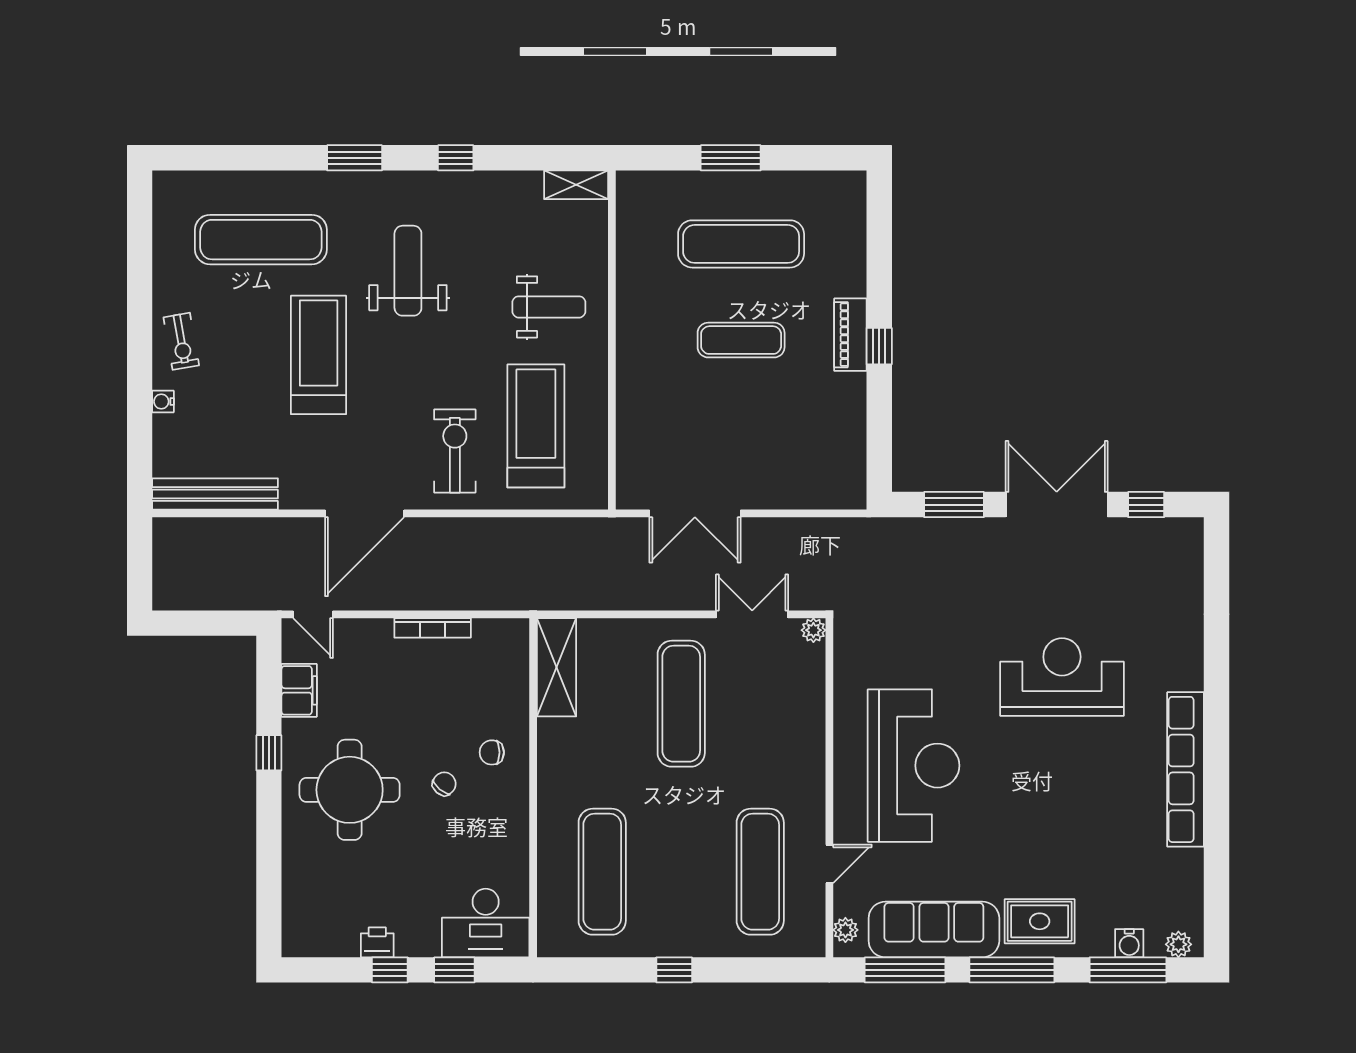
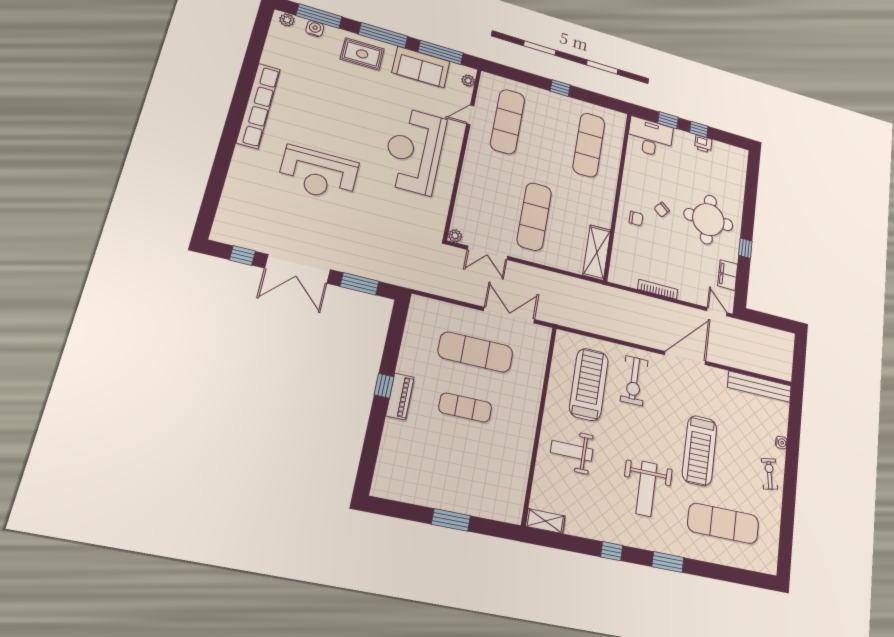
exercise mat: (741, 244) -> (475, 352), moved
treadmill: (536, 426) -> (589, 384), turned 180
sofa: (934, 929) -> (421, 67), width x0.73

